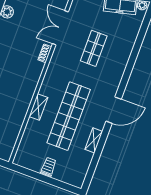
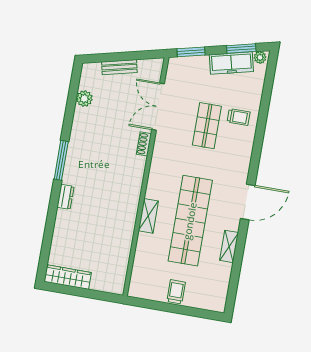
trolley: (118, 46) -> (239, 117), added

